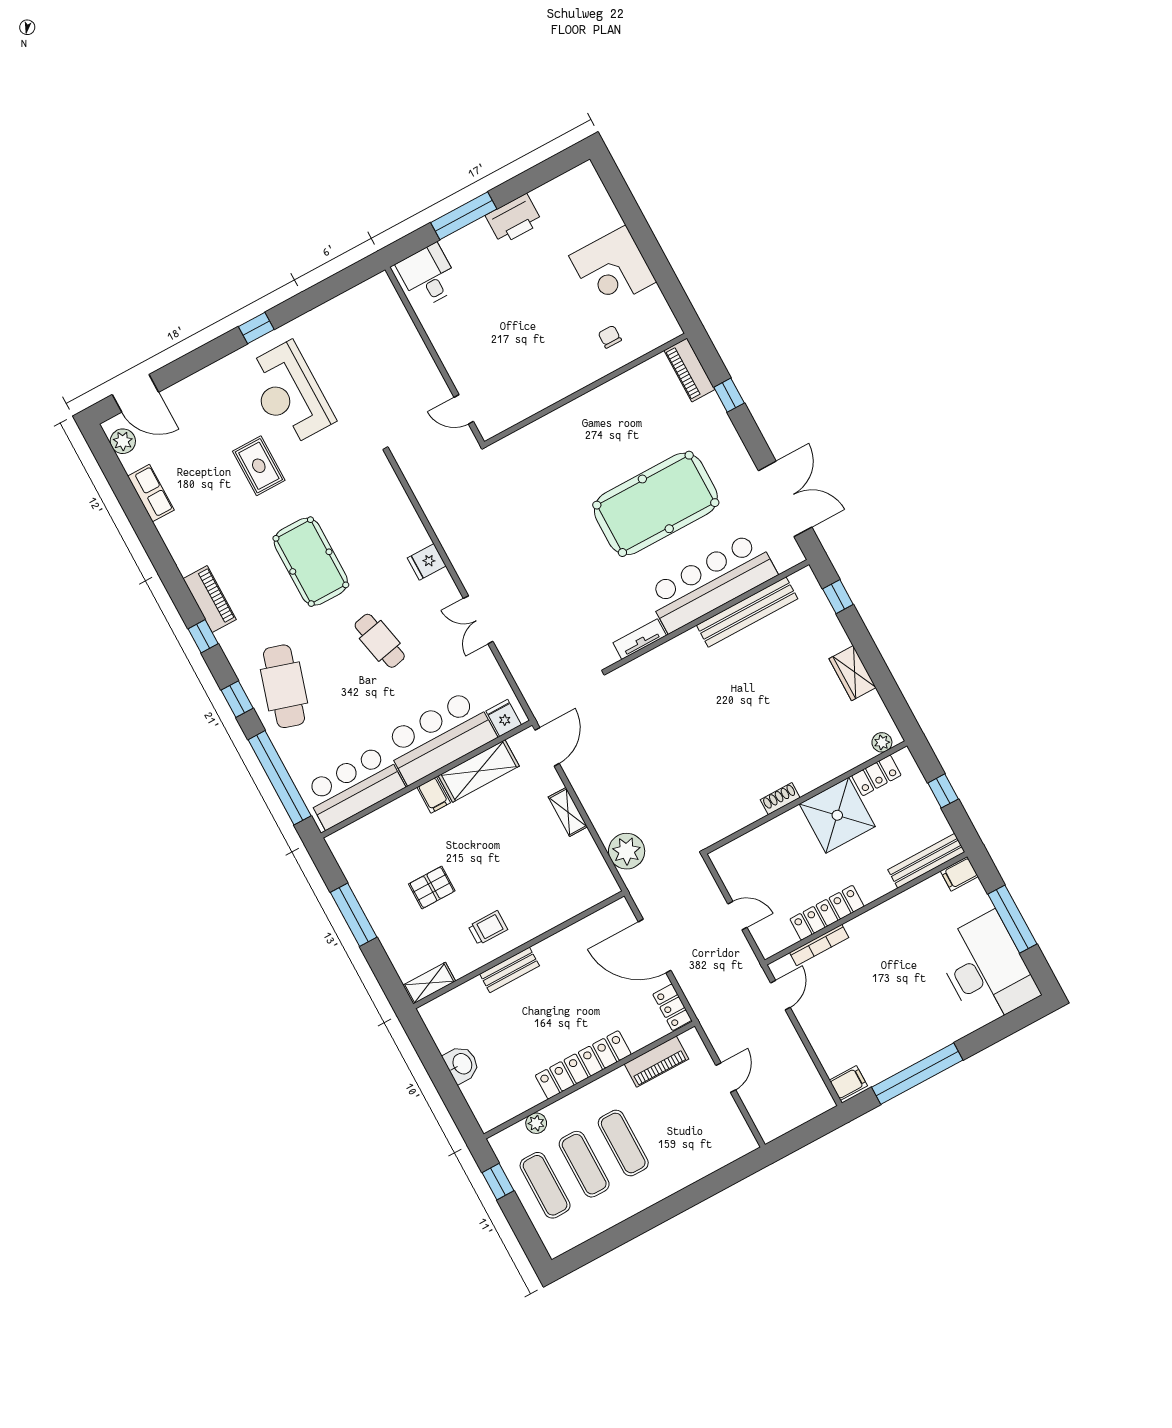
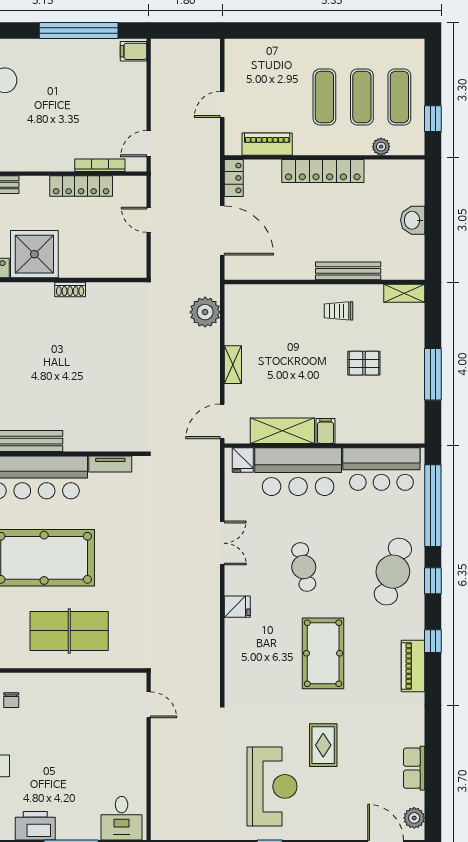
table tennis table: (588, 442) -> (69, 631), added
bench: (510, 970) -> (348, 271), width x1.36

